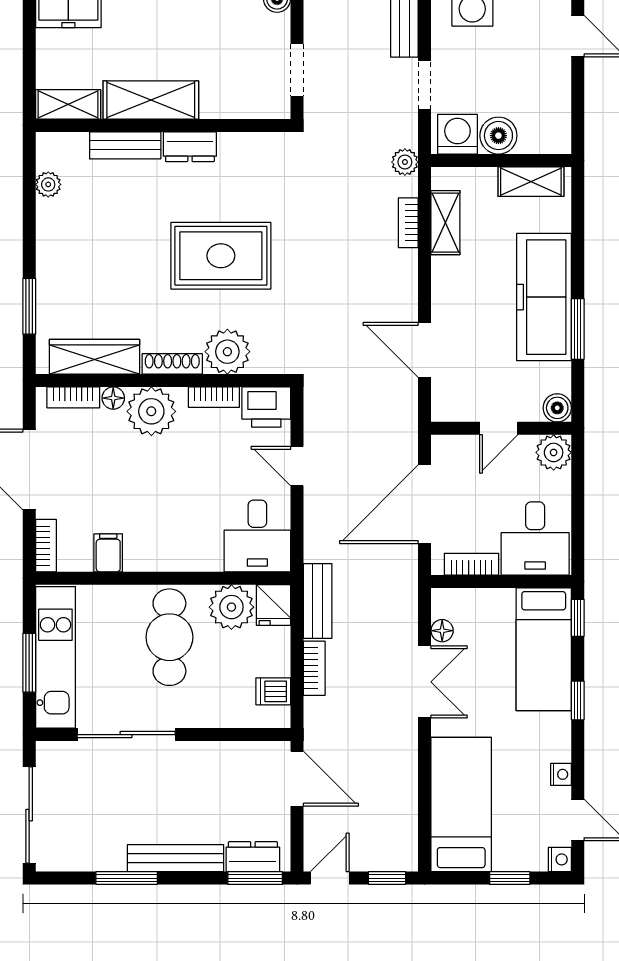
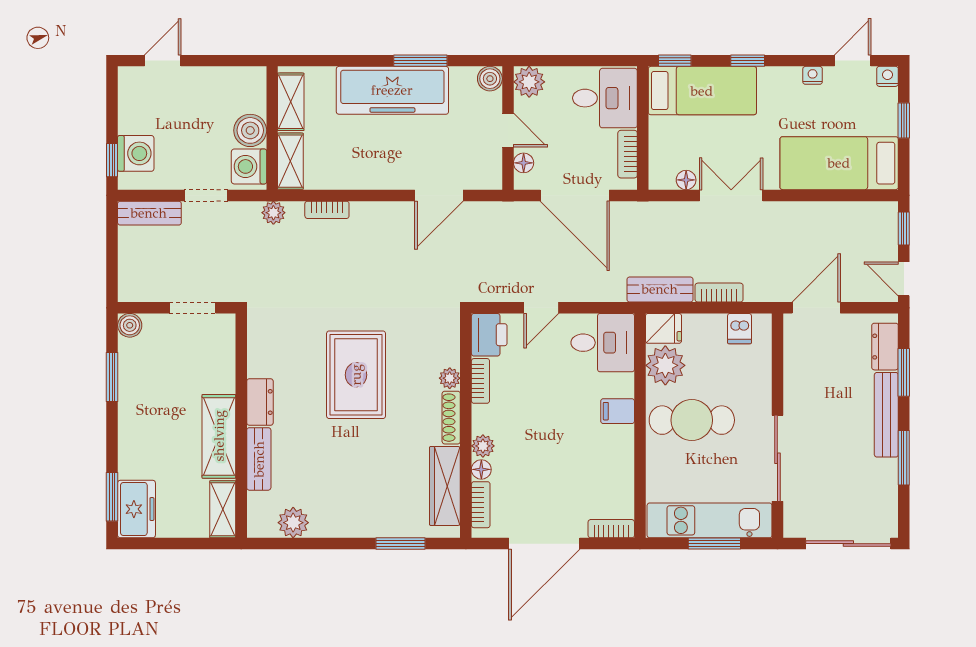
plant: (48, 184) -> (293, 523), width x1.38, depth x1.38
shelving: (445, 223) -> (290, 161), moved, turned 90
plant: (227, 352) -> (450, 378), width x0.53, depth x0.53
plant: (151, 411) -> (483, 446), width x0.53, depth x0.53
floor lamp: (462, 446) -> (524, 163), added
filing cabinet: (108, 553) -> (618, 411), moved
window: (255, 878) -> (904, 372), moved

